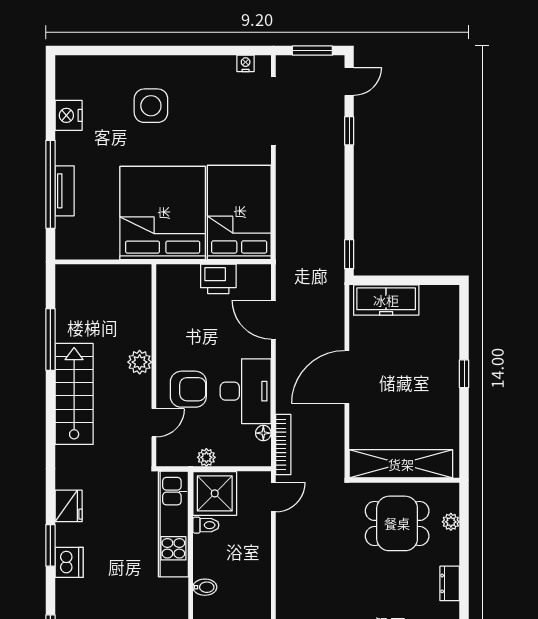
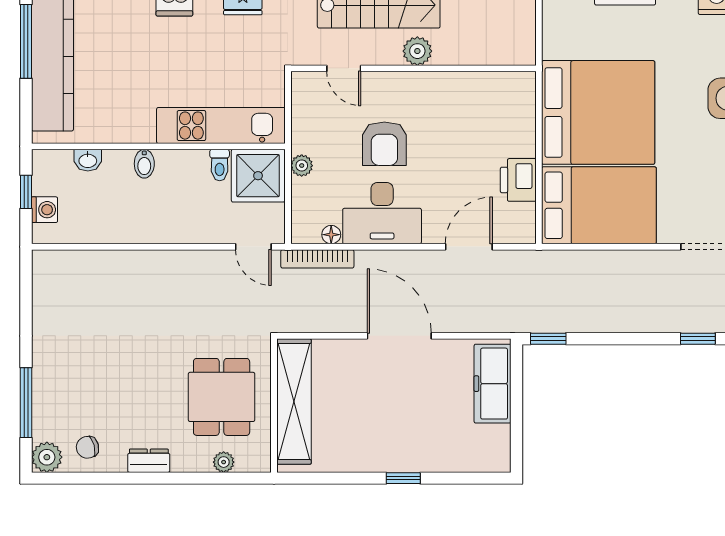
plant: (140, 362) -> (417, 51), moved
wall: (154, 365) -> (413, 68), moved
door: (154, 423) -> (344, 68), moved

